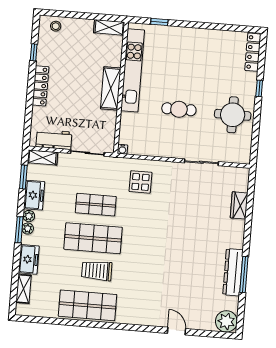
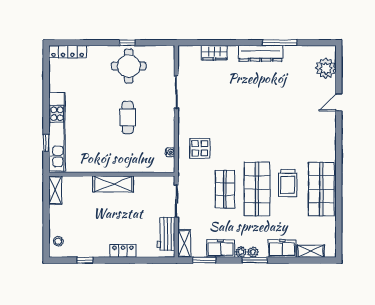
kitchen unit: (133, 70) -> (57, 132), moved, turned 90
locker: (41, 86) -> (123, 251), width x0.66
window: (259, 88) -> (127, 43), moved
water cooler: (122, 149) -> (170, 152), moved
dresser: (233, 272) -> (261, 53), moved
plant: (226, 321) -> (326, 68), moved

